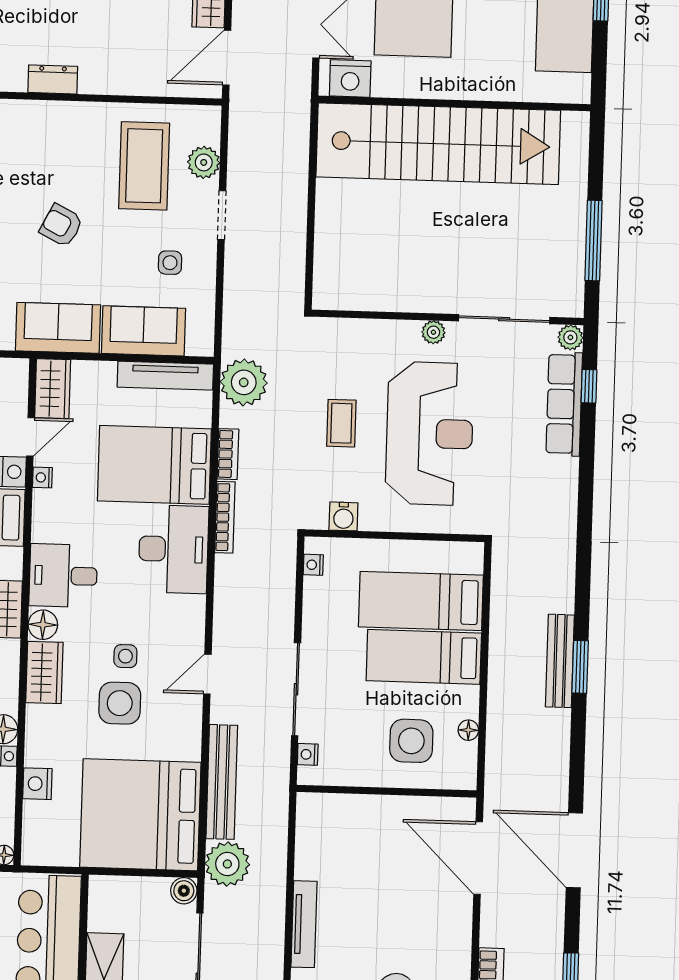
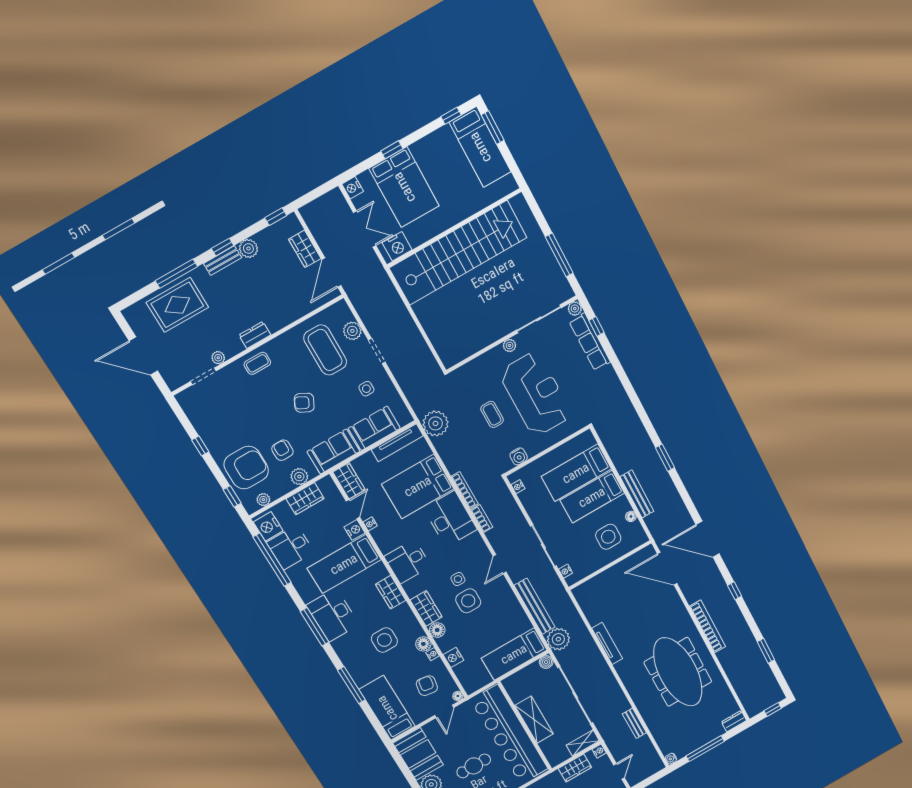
coffee table: (29, 123) -> (257, 363), added
bookcase: (228, 454) -> (482, 519), moved
floor lamp: (43, 625) -> (437, 630), moved
bench: (560, 661) -> (637, 494), moved
bed: (140, 815) -> (514, 654), width x0.49

